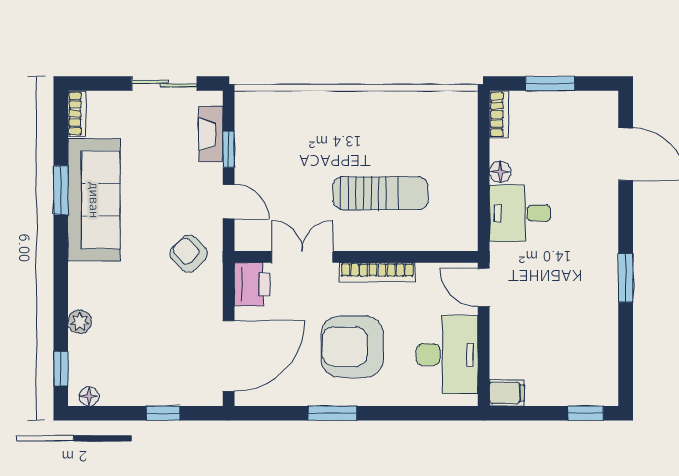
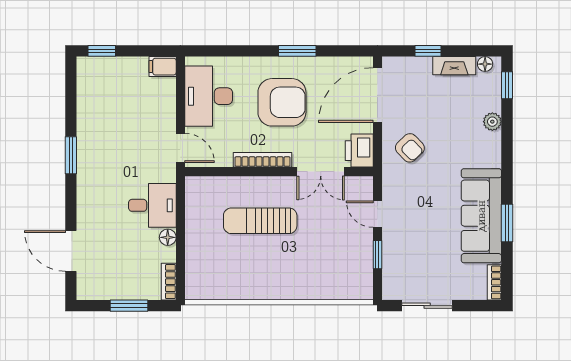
fireplace: (211, 134) -> (454, 66), moved, turned 90
armchair: (189, 254) -> (410, 148), moved

